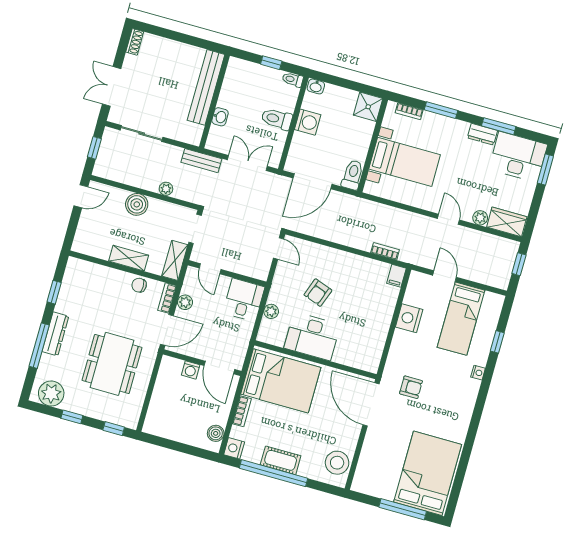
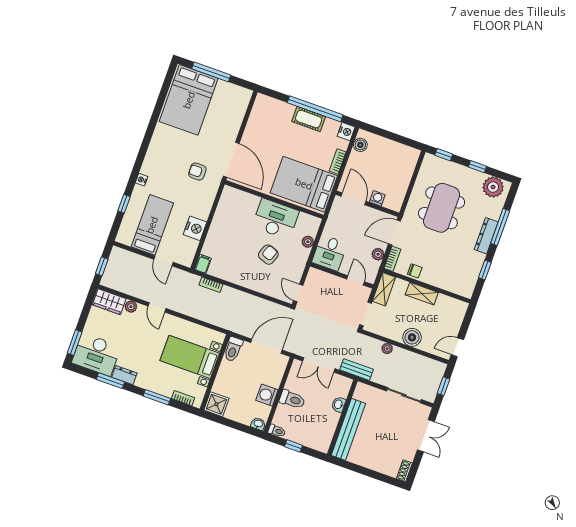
stool: (337, 463) -> (262, 114), removed

